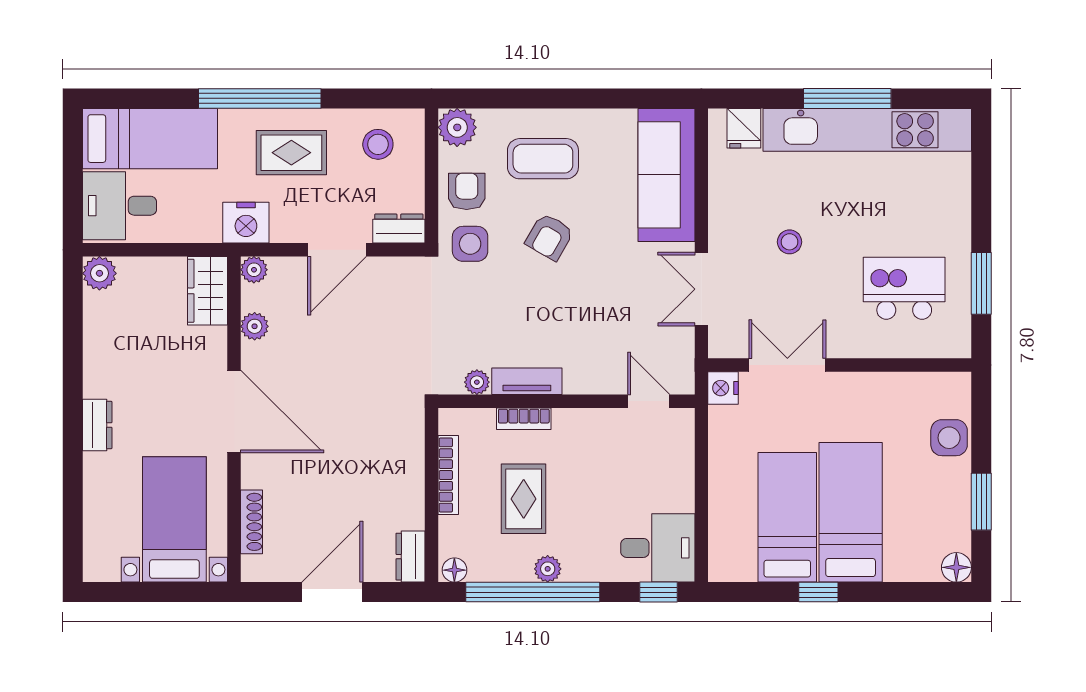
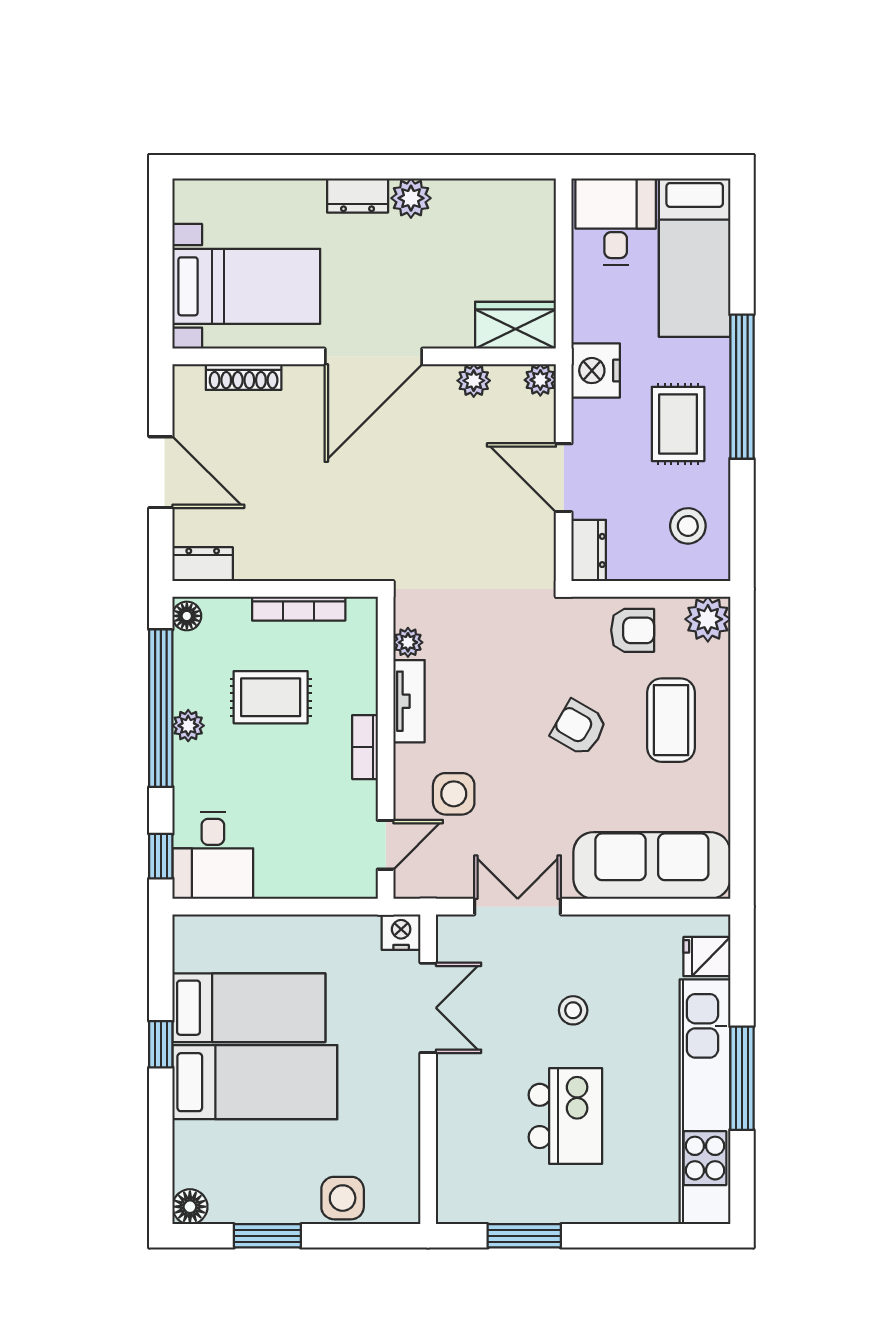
side table: (470, 244) -> (454, 794), moved
plant: (99, 273) -> (411, 198), moved
kitchen island: (904, 288) -> (565, 1116), moved
bookcase: (524, 419) -> (365, 747), moved

